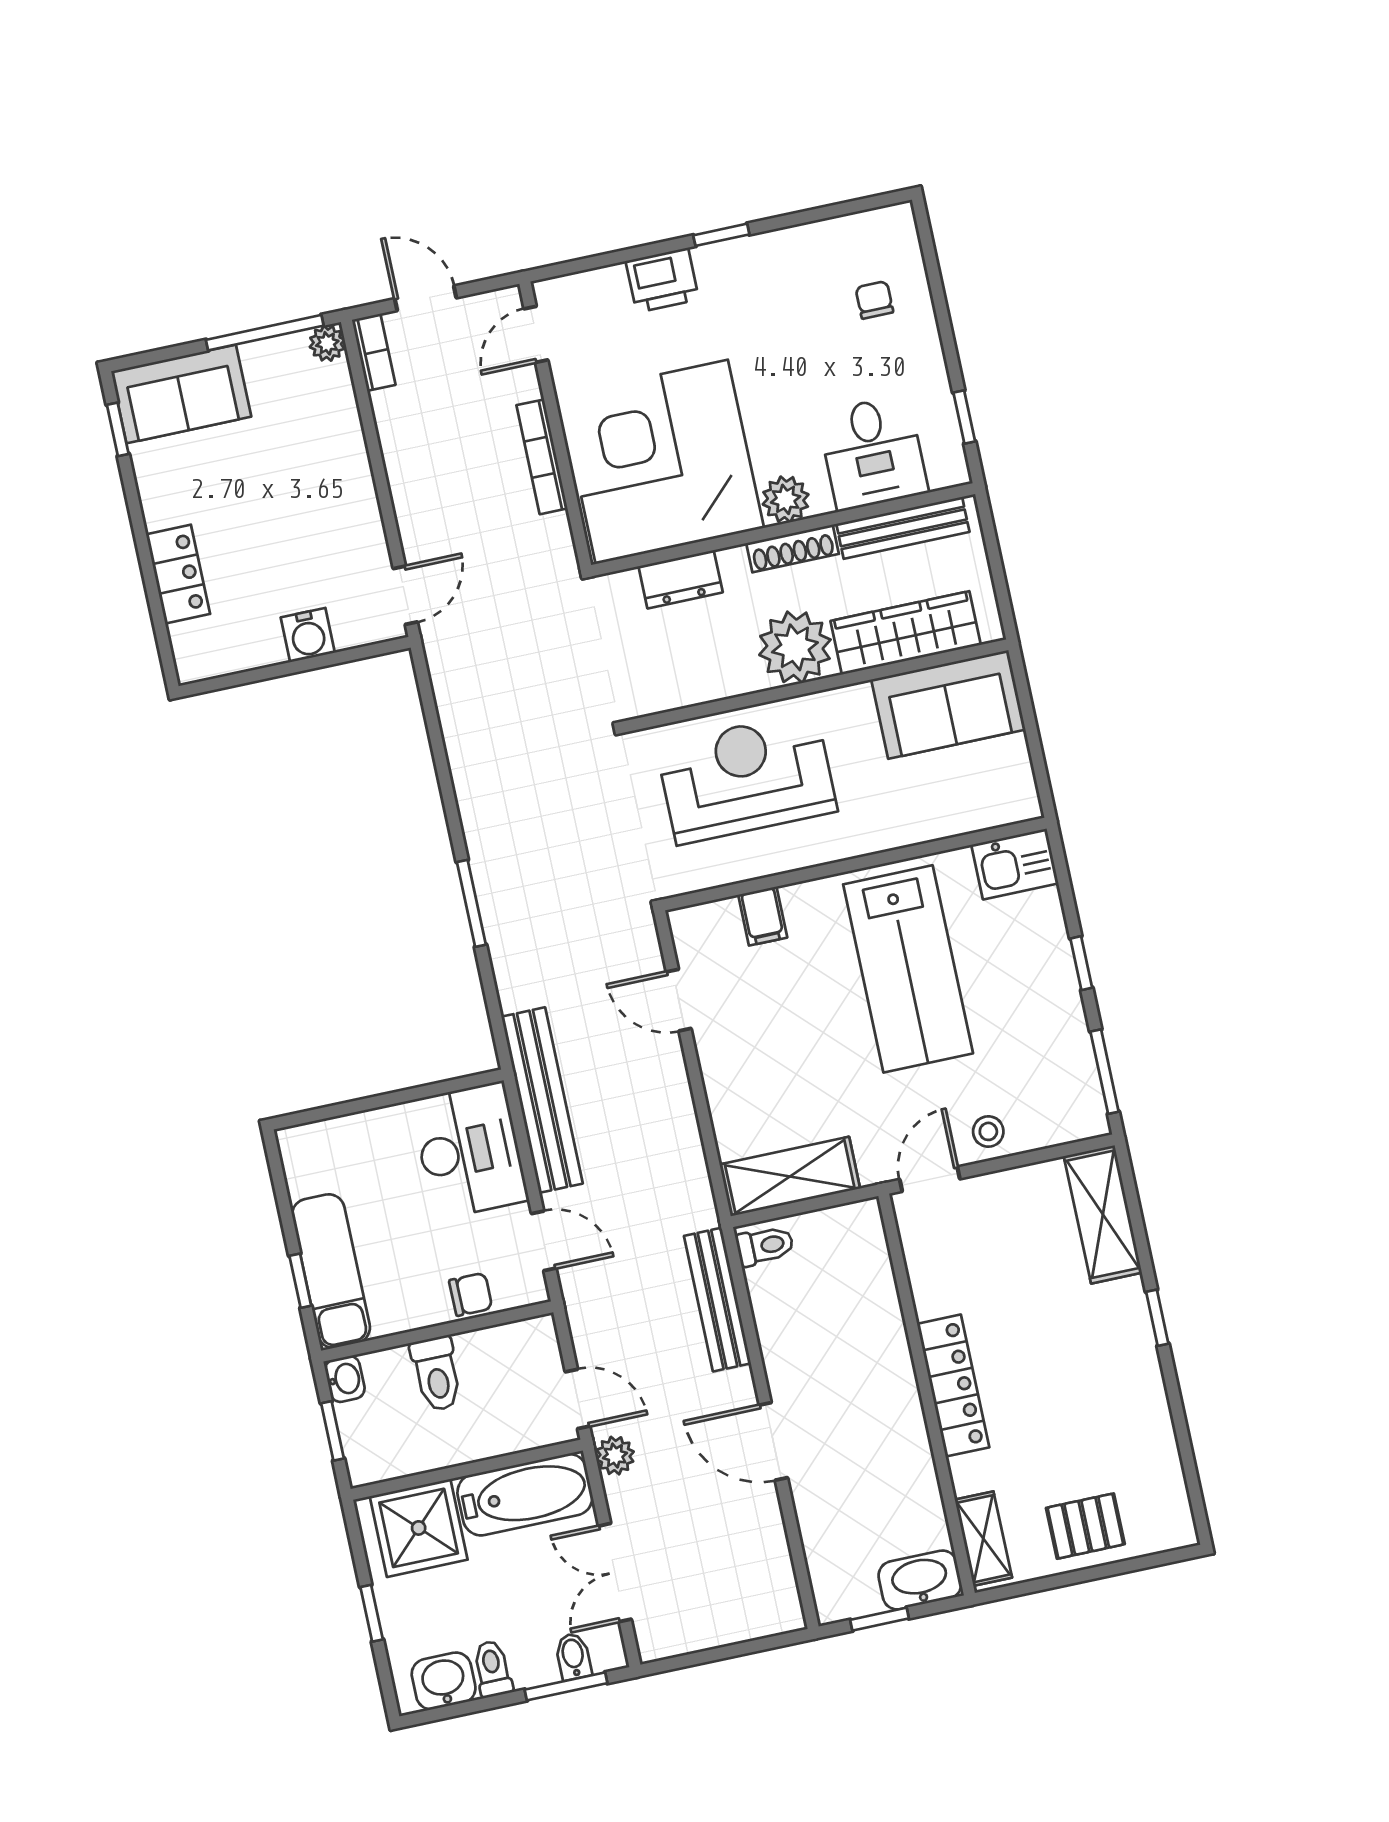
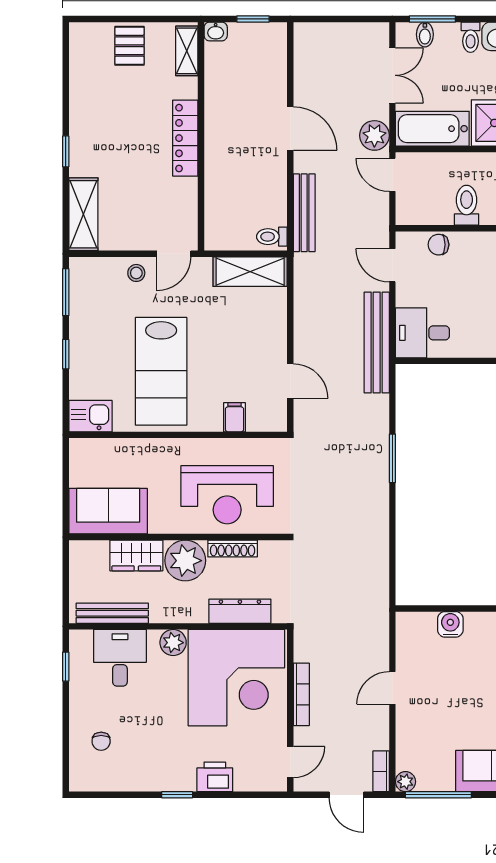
shoe rack: (792, 548) -> (233, 548), moved, turned 180
dresser: (681, 579) -> (240, 611), width x1.44
door: (405, 595) -> (392, 688), moved
wardrobe: (906, 633) -> (136, 555), width x0.67
lab bench: (908, 969) -> (161, 371), turned 180
desk: (469, 1150) -> (422, 333), width x0.73
plant: (615, 1456) -> (374, 135), width x1.38, depth x1.38
pallet: (1085, 1526) -> (129, 46), turned 90
washbasin: (920, 1580) -> (216, 31), width x0.52, depth x0.69

